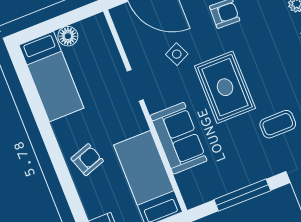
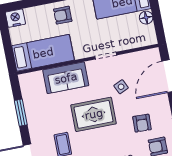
armchair: (87, 160) -> (63, 15), turned 109
window: (242, 195) -> (21, 113), width x0.69

